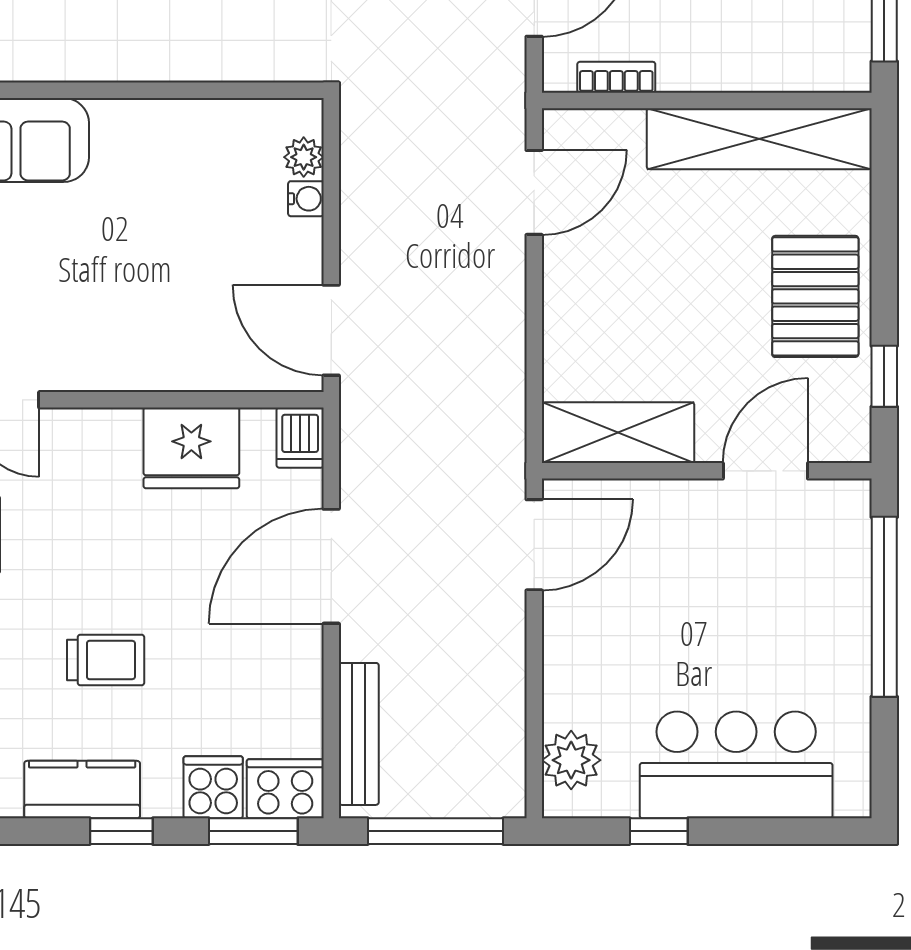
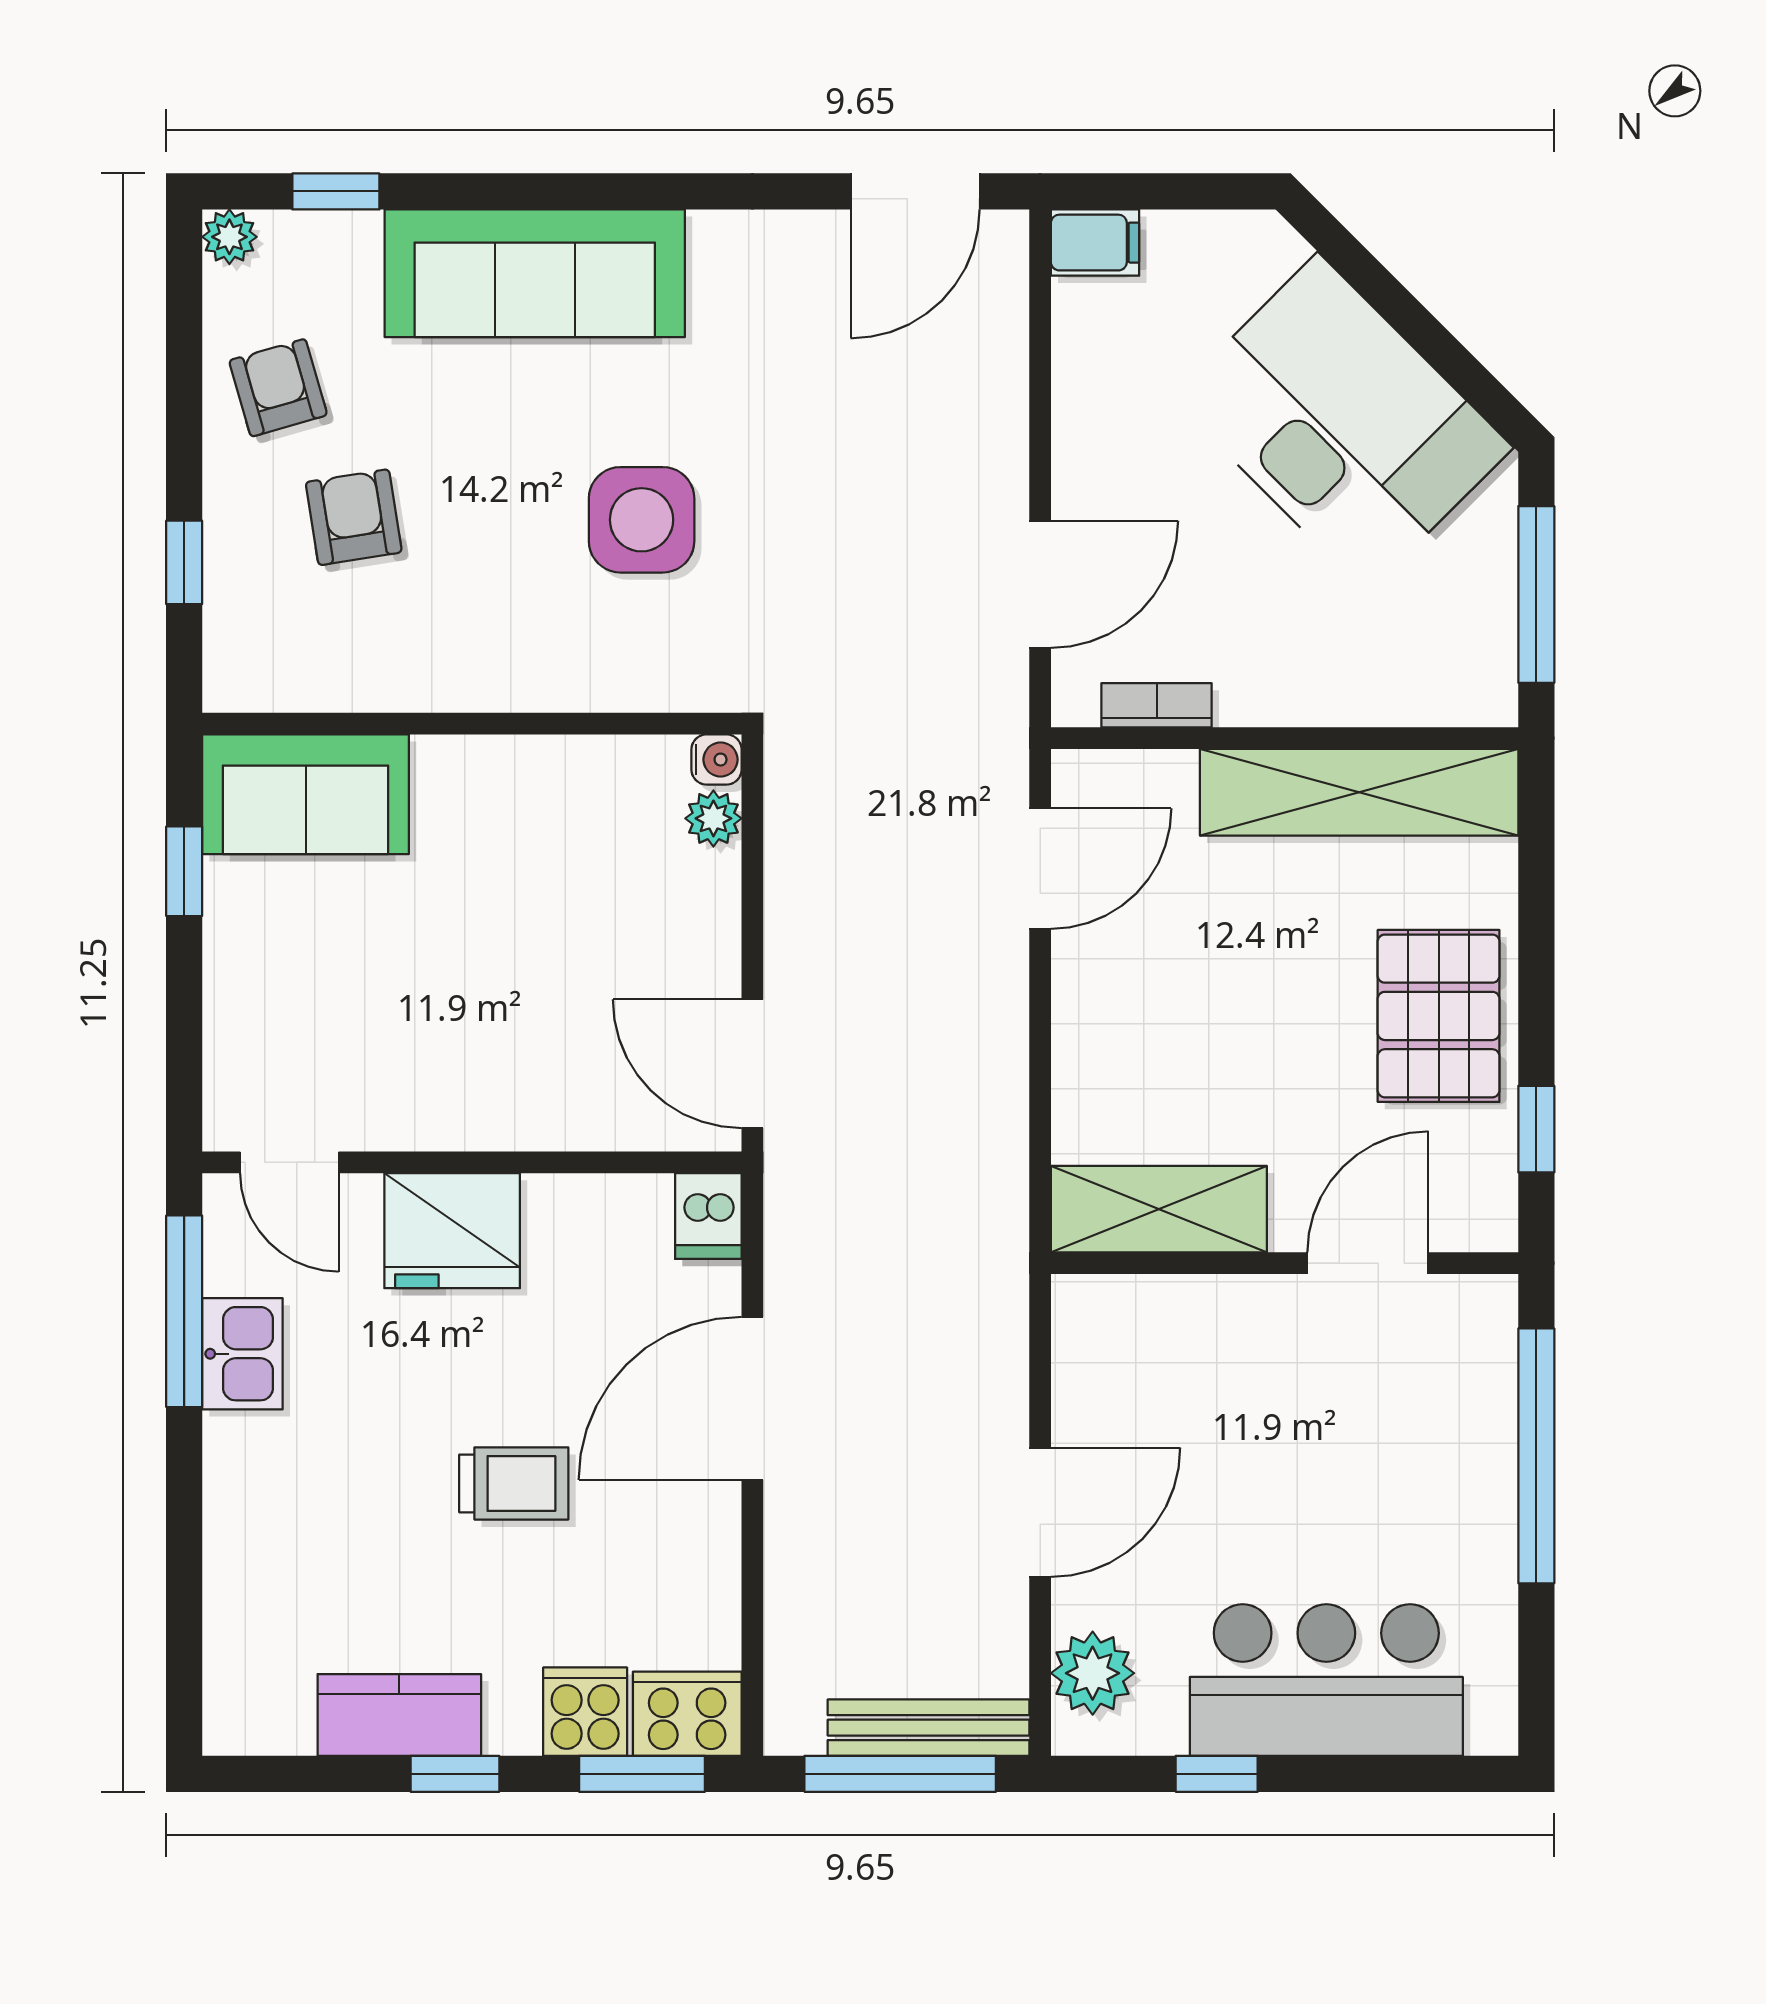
water cooler: (306, 199) -> (717, 760), moved
fridge: (191, 448) -> (452, 1231), moved
door: (534, 545) -> (1040, 1512), moved
trolley: (106, 660) -> (514, 1483), moved
bench: (359, 734) -> (928, 1728), moved, turned 90

